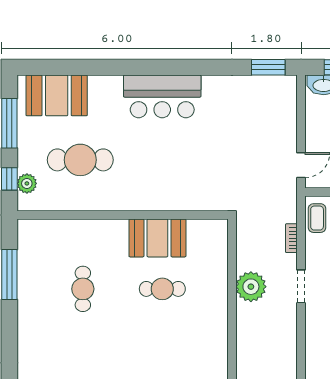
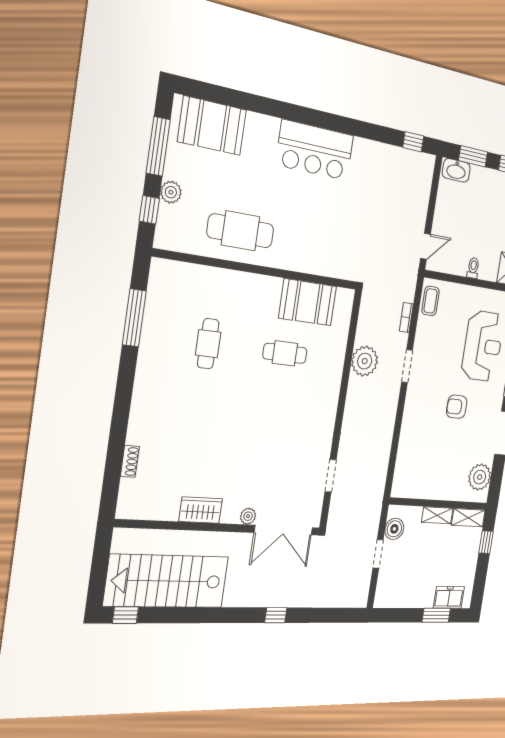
window: (268, 67) -> (413, 142), width x0.67
cafe table: (80, 160) -> (240, 231), moved
plant: (27, 183) -> (171, 192), moved
booth: (157, 238) -> (308, 302), moved

